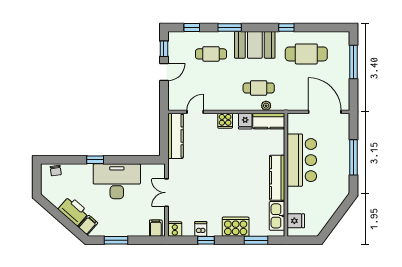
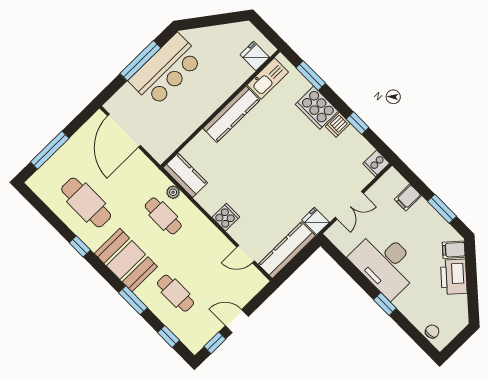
fridge: (245, 121) -> (316, 221), moved, turned -90
bar counter: (302, 160) -> (166, 70), moved, turned 180
filing cabinet: (156, 228) -> (408, 197), moved
dishwasher: (201, 229) -> (338, 125), moved

